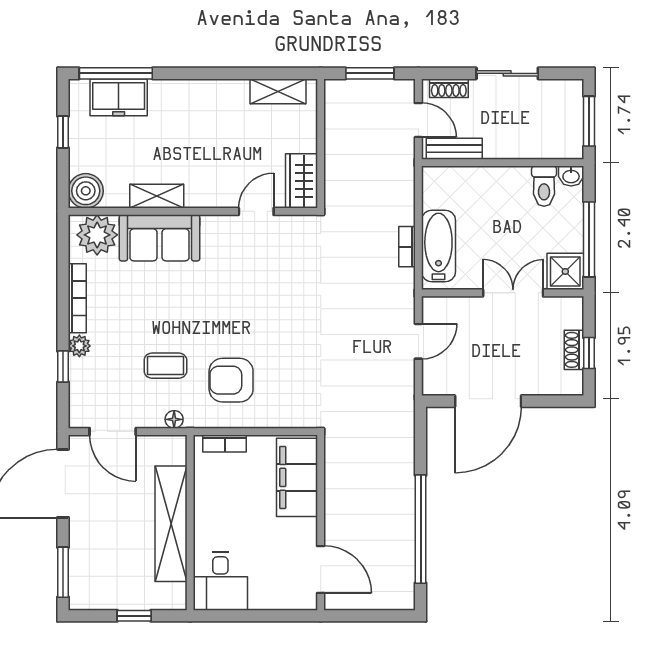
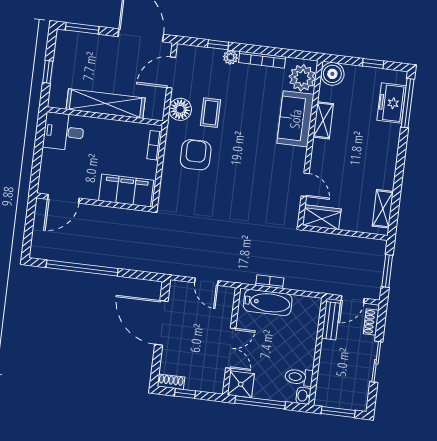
shoe rack: (574, 350) -> (171, 382), moved
floor lamp: (174, 419) -> (180, 109), width x1.89, depth x1.89

